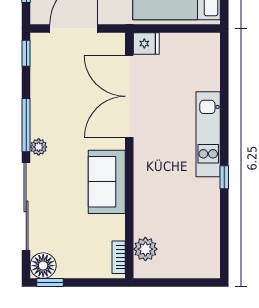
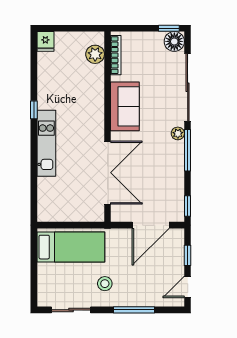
fridge: (146, 44) -> (45, 41), moved, turned -90
bookcase: (119, 257) -> (116, 55), width x1.56

